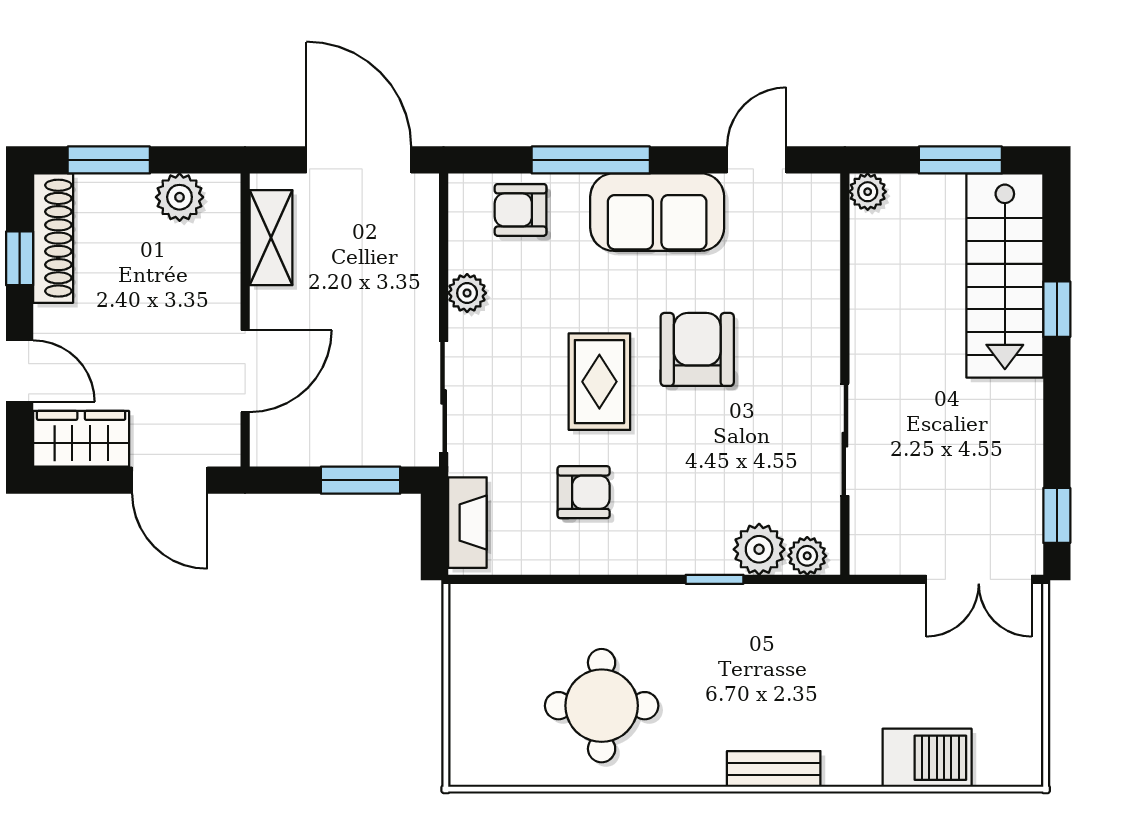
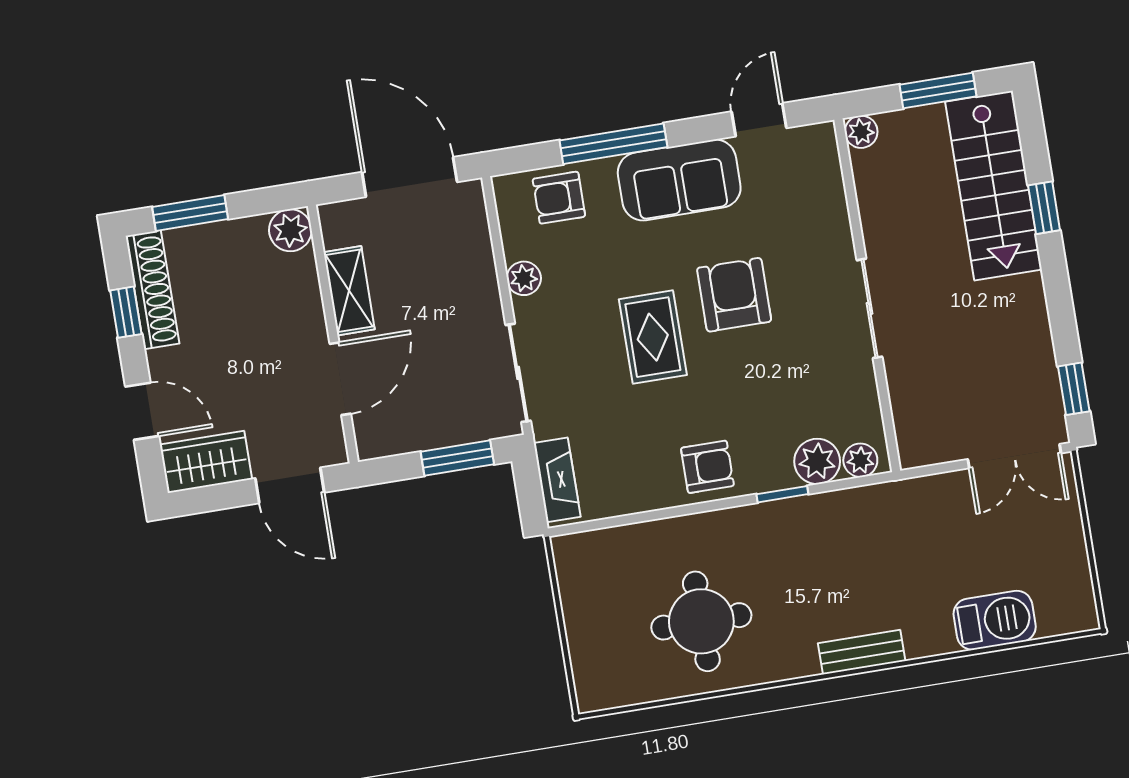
plant: (180, 197) -> (290, 230), moved
shelving: (271, 238) -> (349, 291), moved
sliding door: (845, 440) -> (869, 308), moved
armchair: (584, 492) -> (707, 467), moved

